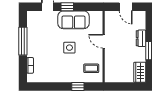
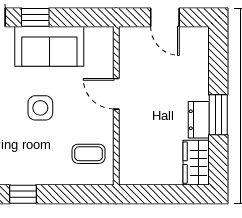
dresser: (141, 38) -> (199, 120), moved
window: (78, 87) -> (23, 194), moved

